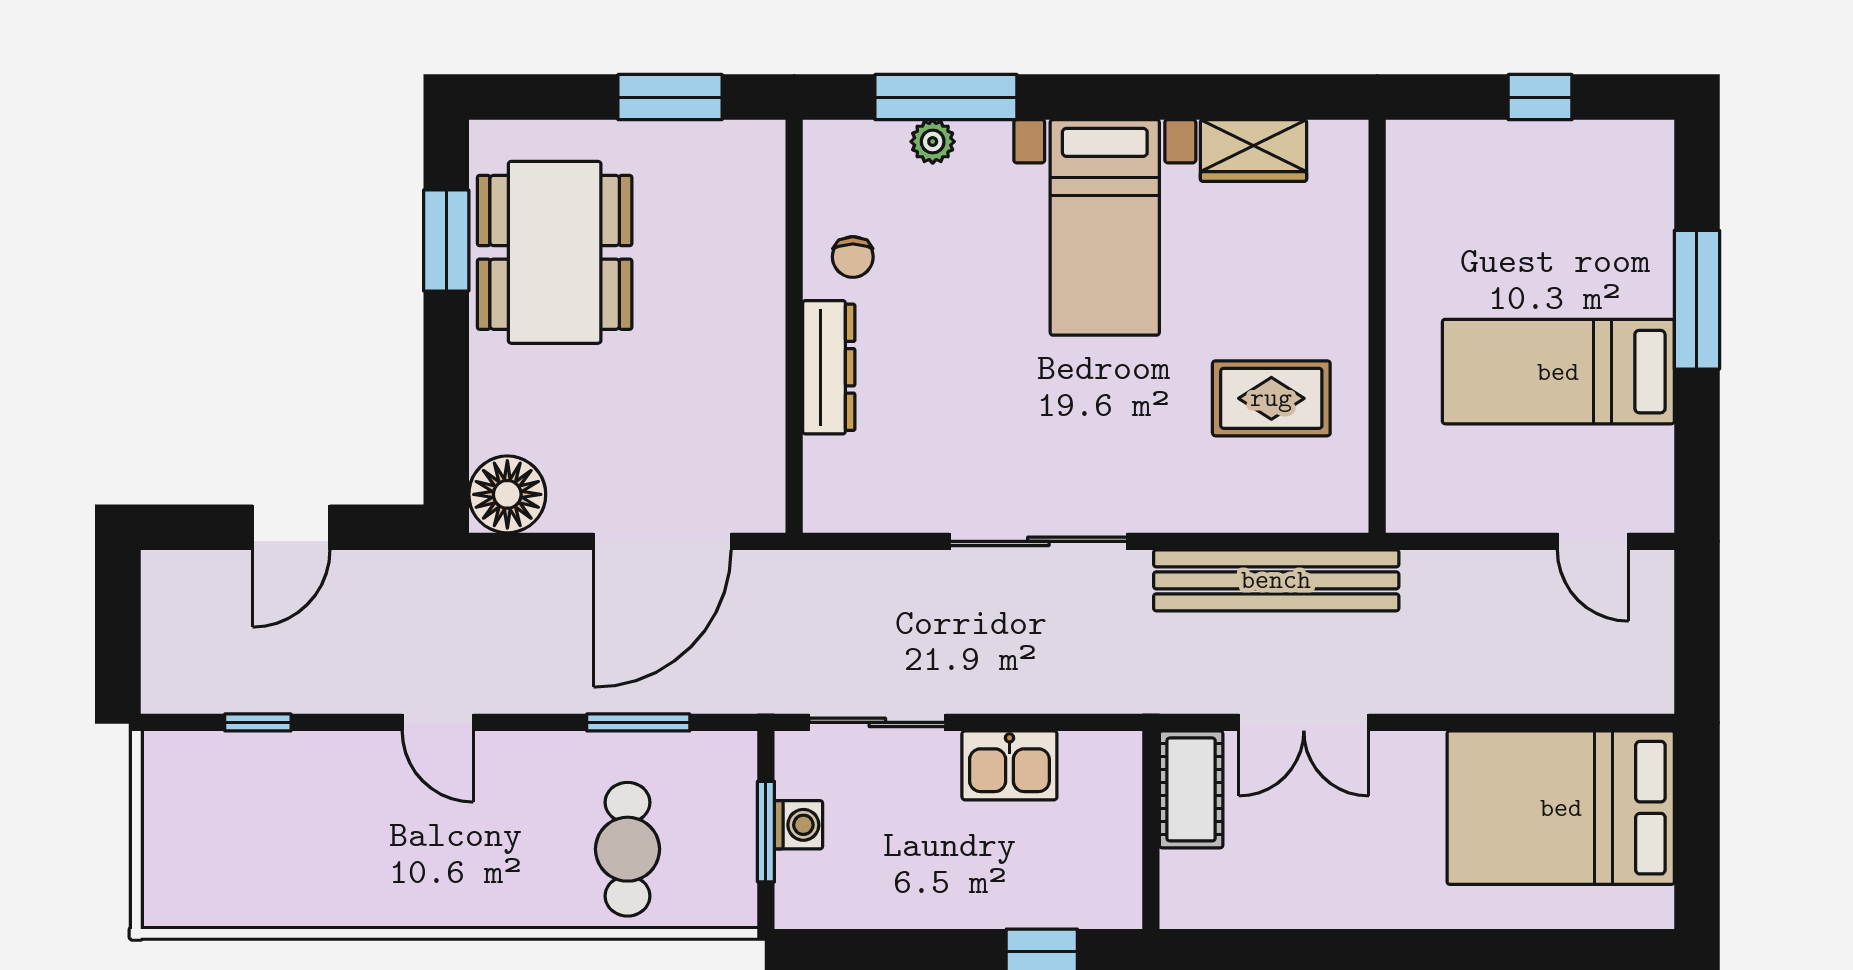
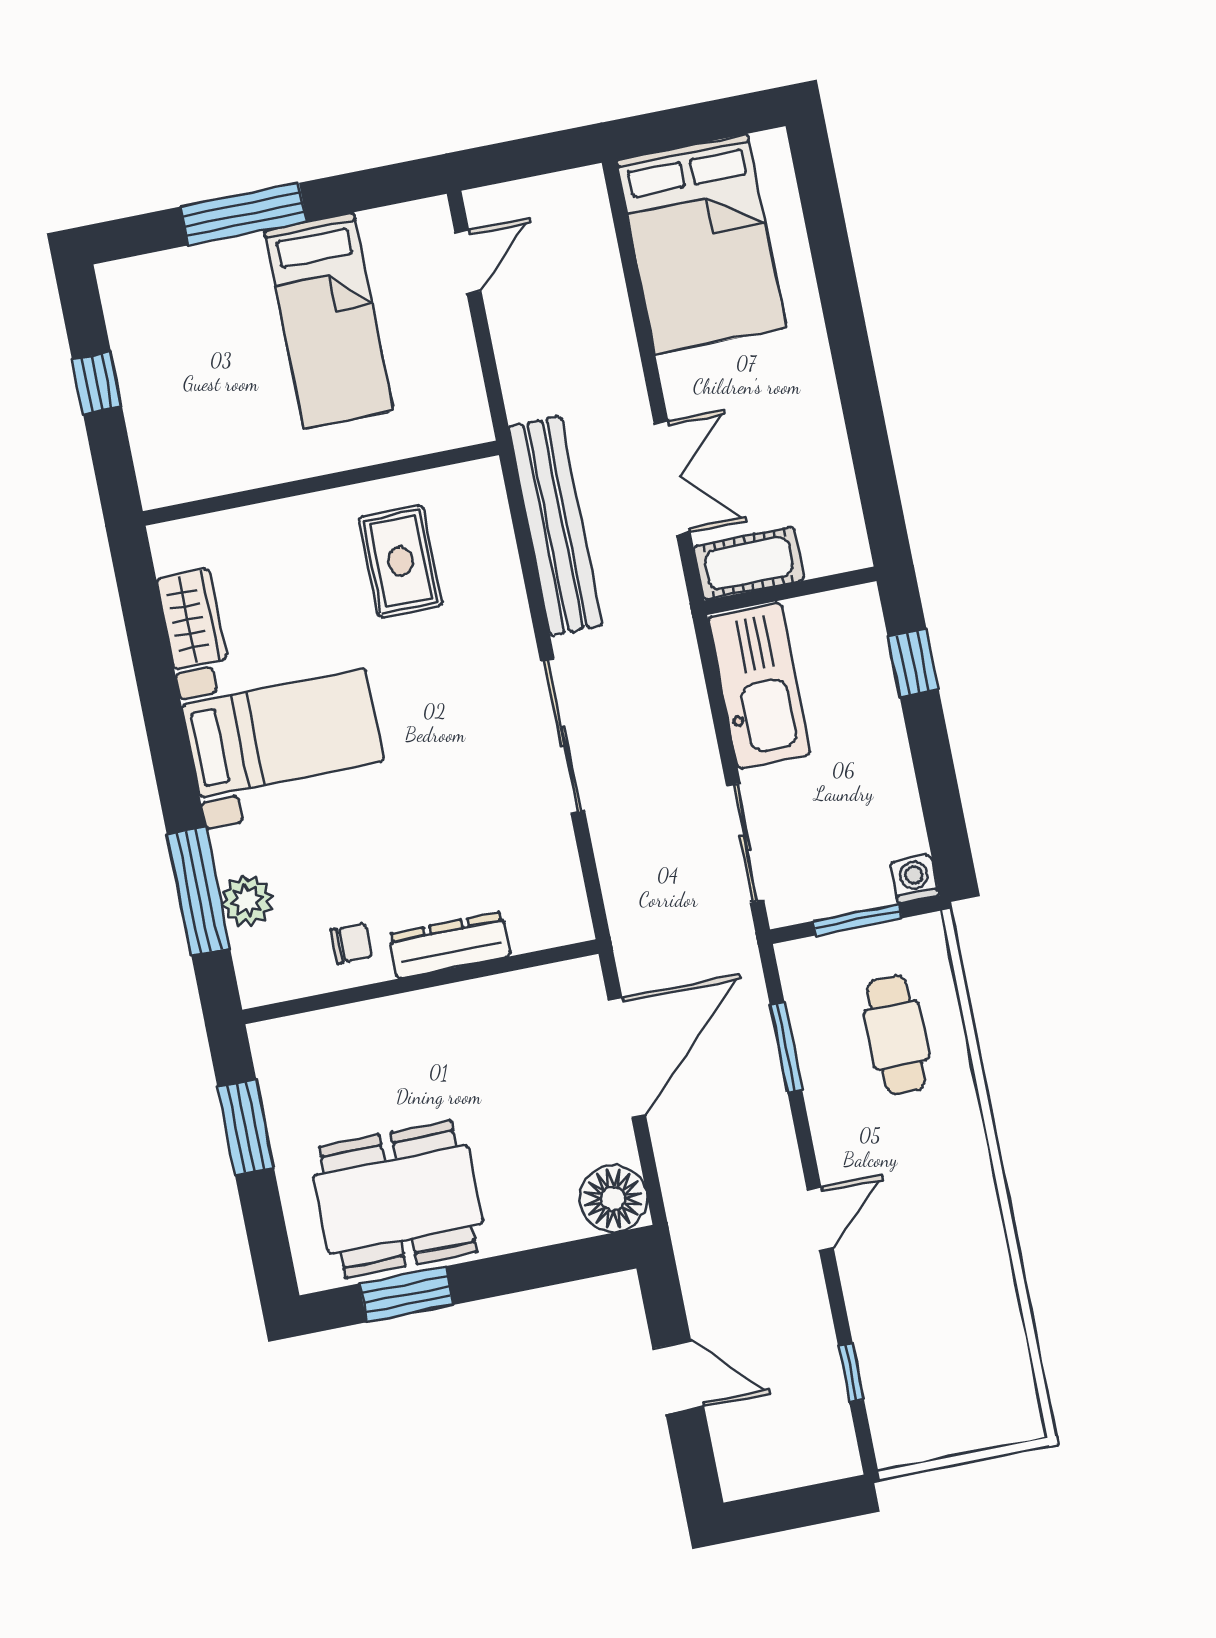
plant: (933, 142) -> (247, 901), width x1.38, depth x1.38
door: (662, 541) -> (627, 1058), hinge flipped
kitchen sink: (1009, 765) -> (759, 686), width x1.88, depth x1.24
washing machine: (799, 825) -> (915, 879), moved
cafe table: (628, 849) -> (896, 1035), turned 90

